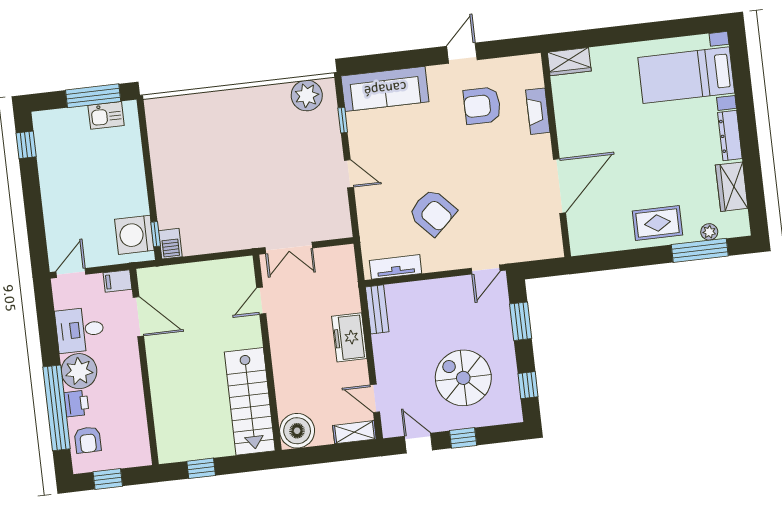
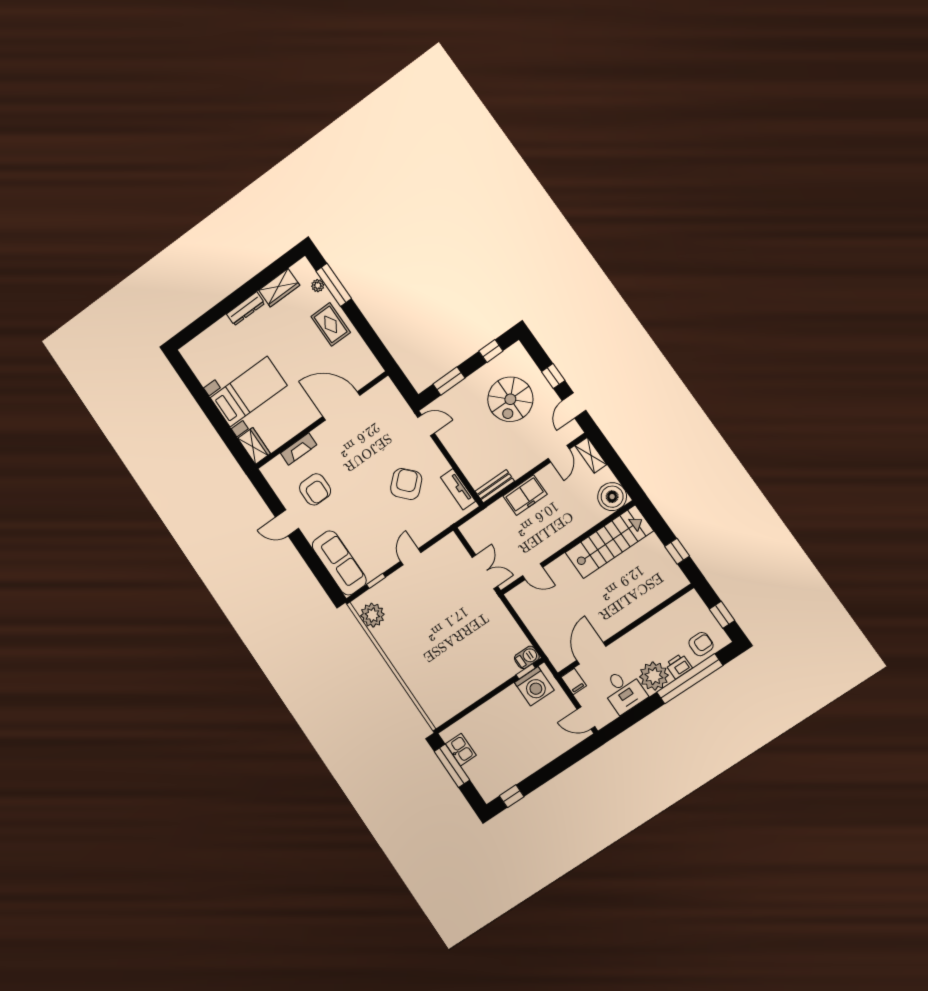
bed with nightstands: (686, 75) -> (249, 392), moved, turned -90

